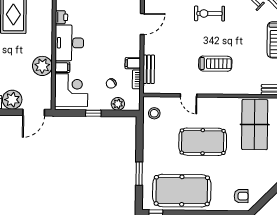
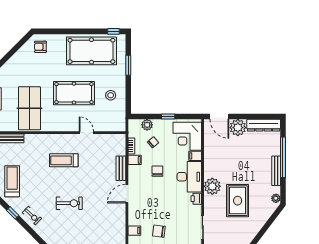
chair: (106, 50) -> (157, 171), added
plant: (42, 66) -> (212, 186), moved
bench: (149, 69) -> (121, 168), moved
door: (34, 113) -> (219, 117), swing flipped
stool: (154, 113) -> (111, 95), moved

